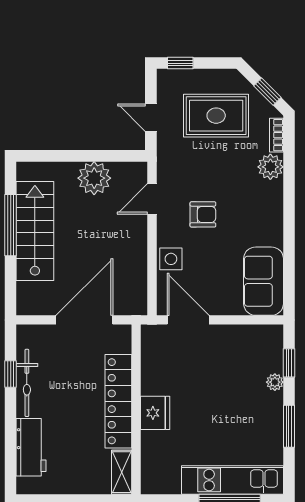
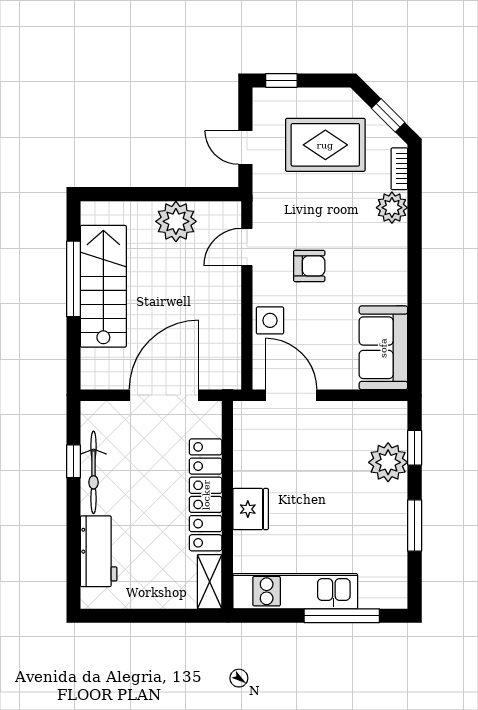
plant: (275, 382) -> (388, 462), width x1.87, depth x1.87
kitchen unit: (232, 480) -> (295, 591), moved

